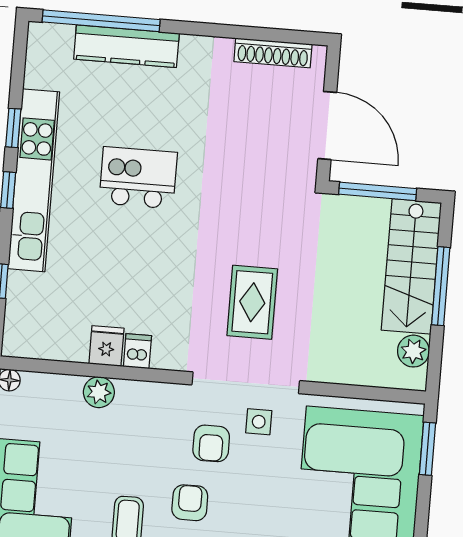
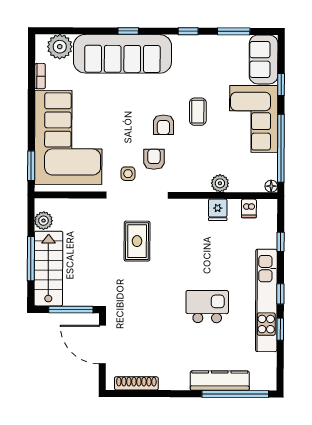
kitchen island: (138, 178) -> (207, 307), turned 180
dishwasher: (137, 351) -> (249, 208), moved

